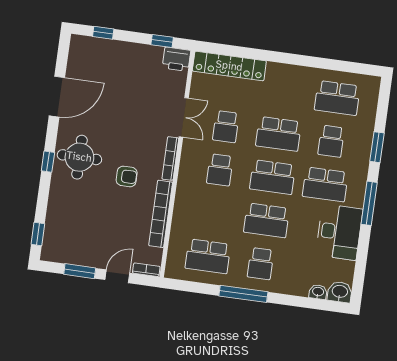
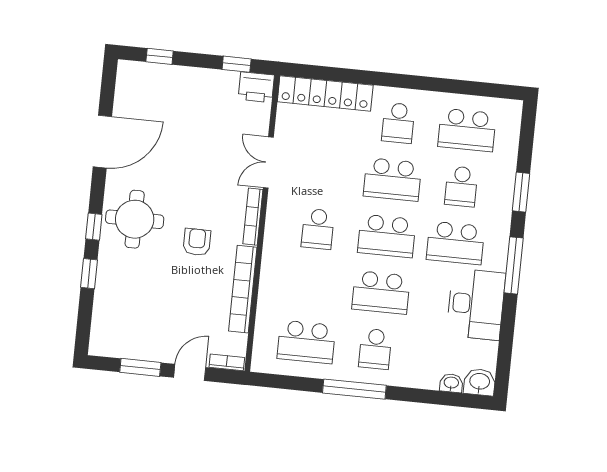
double door: (184, 117) -> (268, 162), swing flipped
school desk: (226, 127) -> (398, 123), moved
armchair: (127, 176) -> (197, 242), turned -90
window: (38, 234) -> (89, 274), moved

